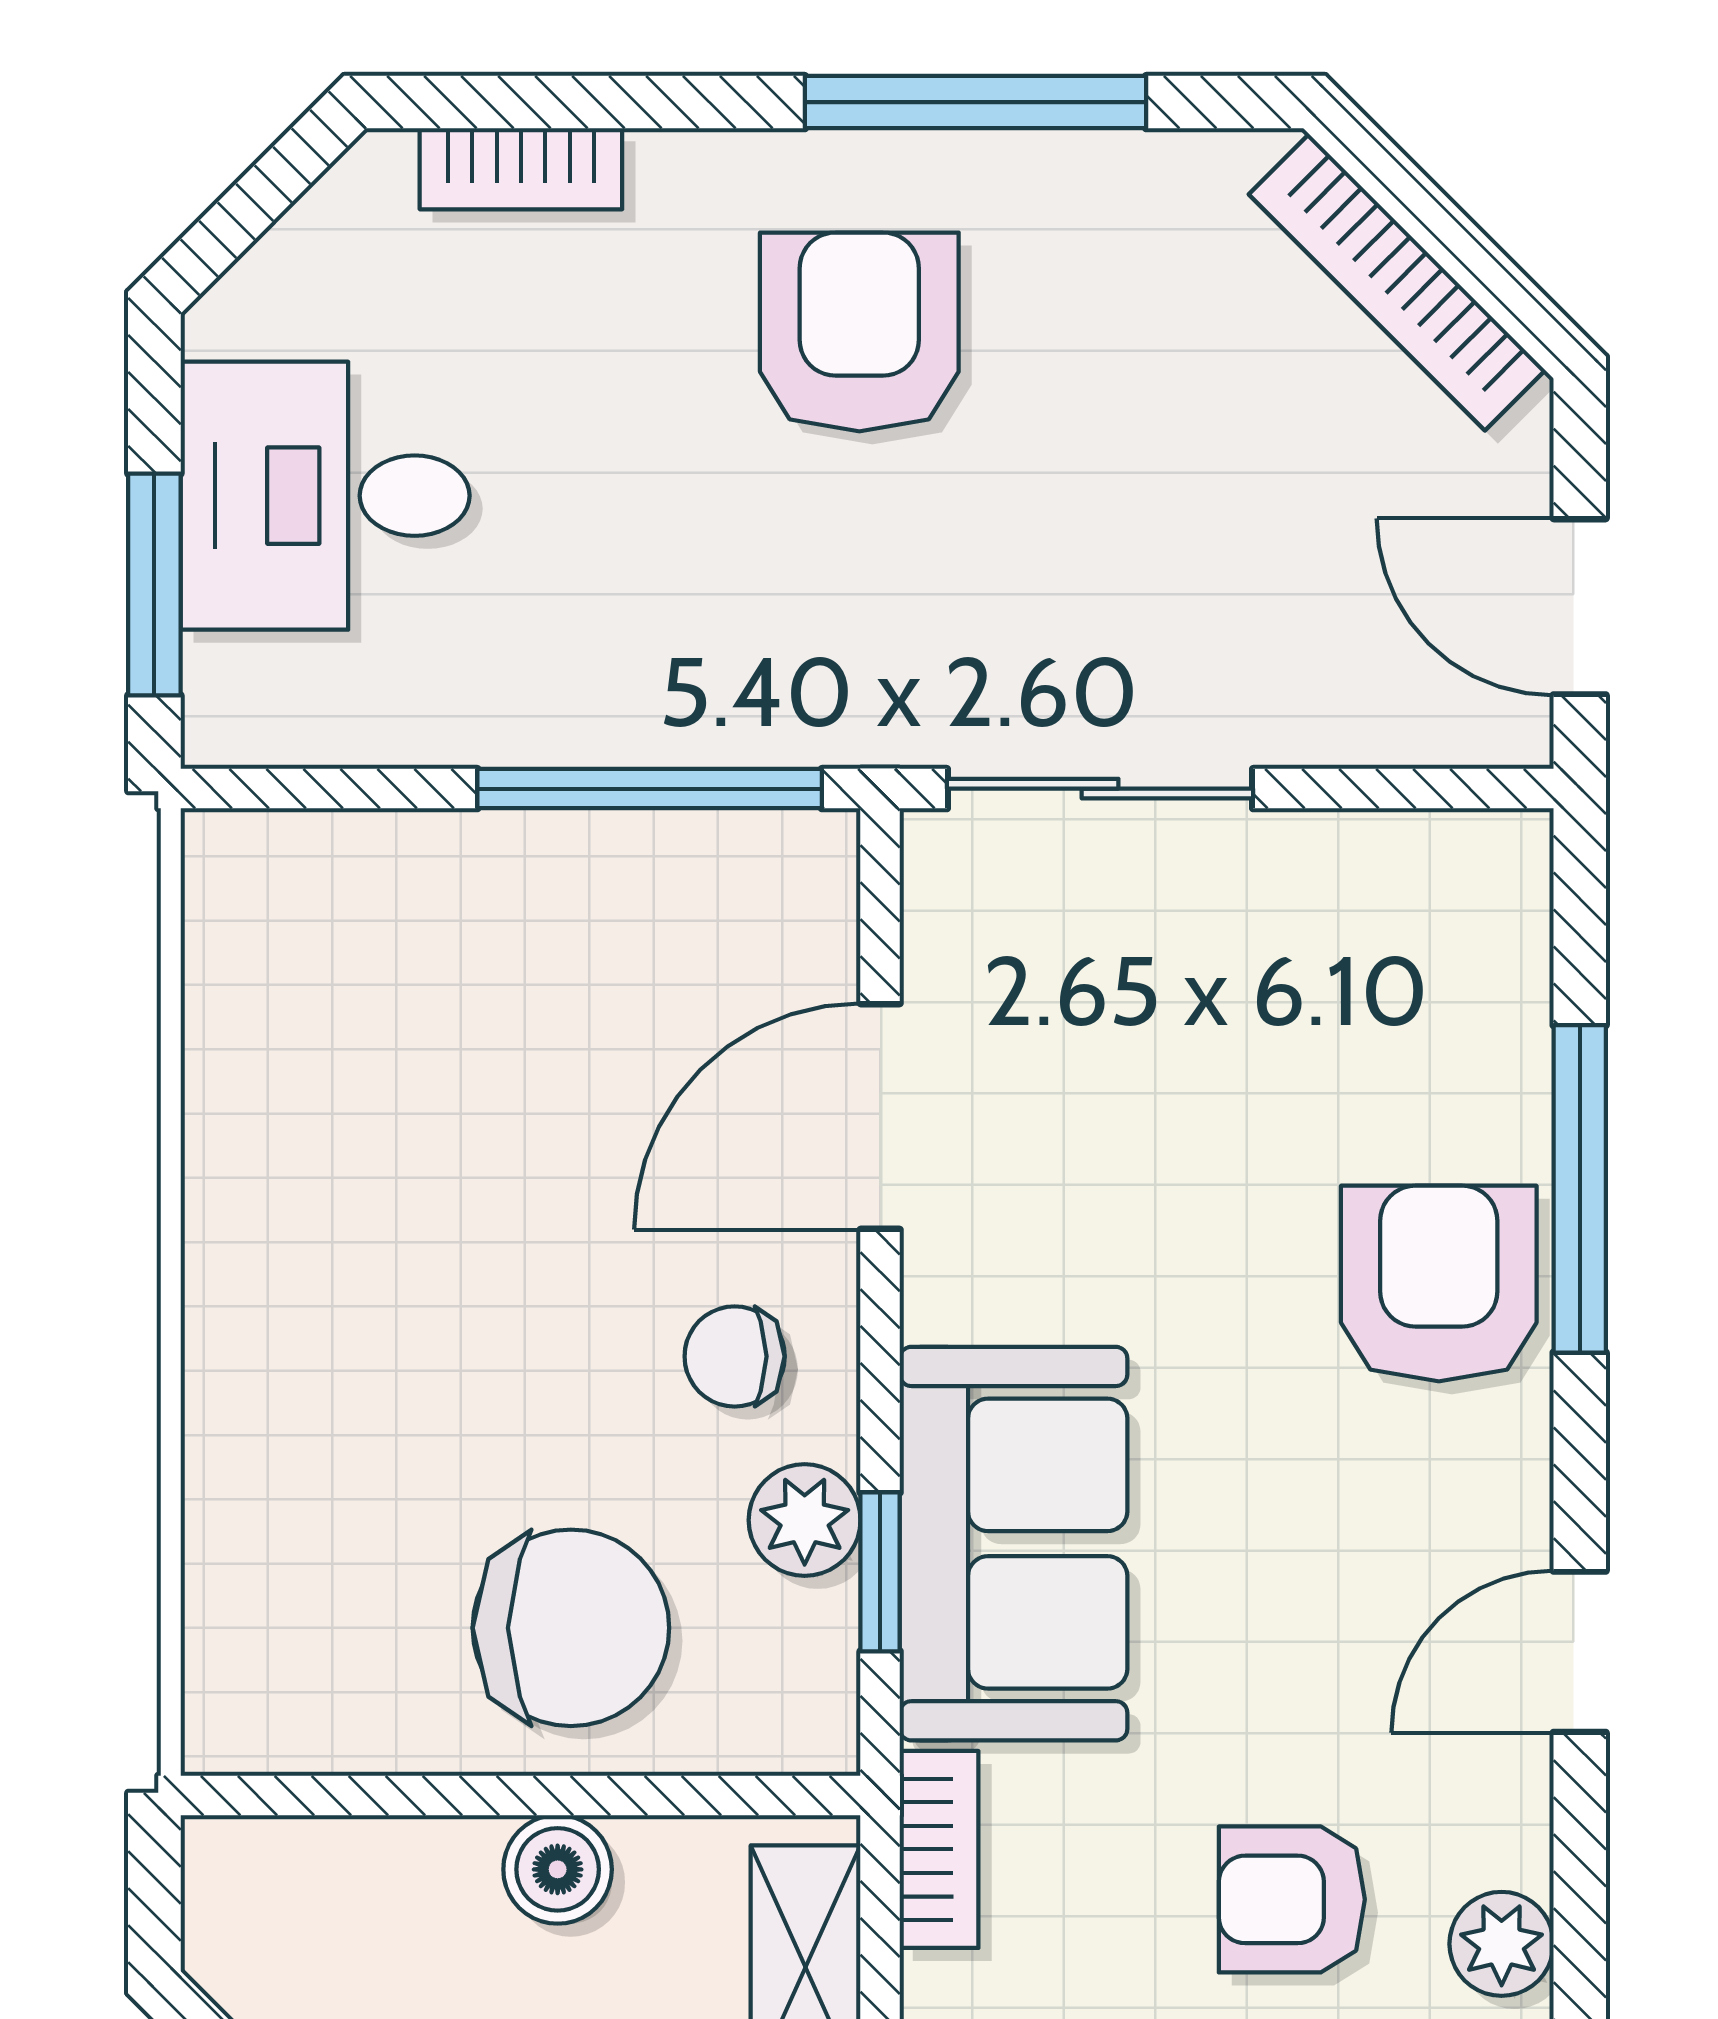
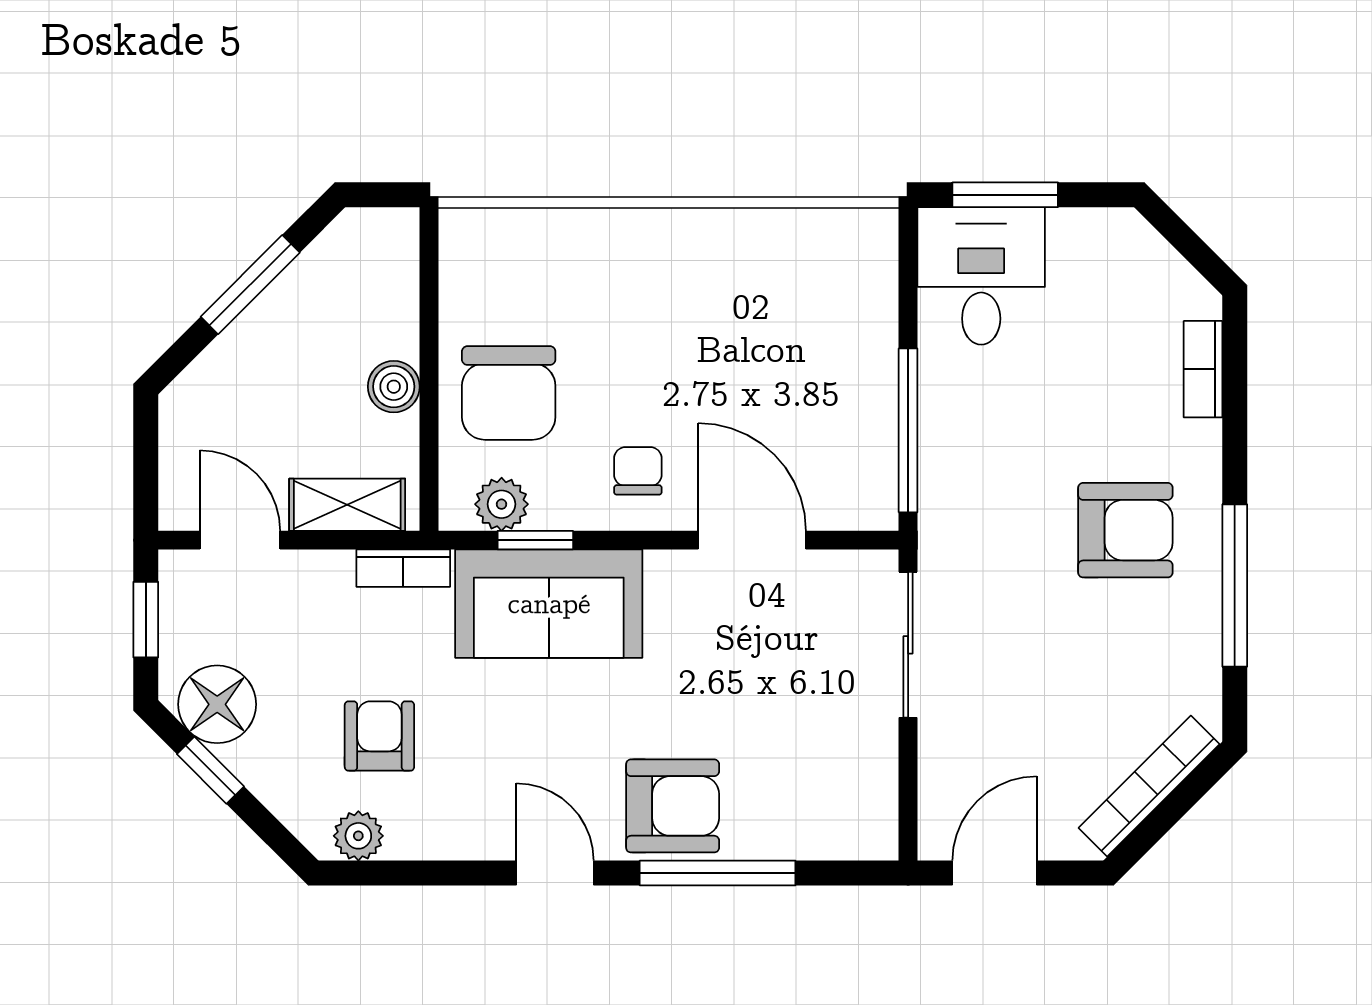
desk: (325, 496) -> (981, 276), moved
plant: (805, 1520) -> (502, 504), moved
door: (1580, 1652) -> (555, 873), moved

